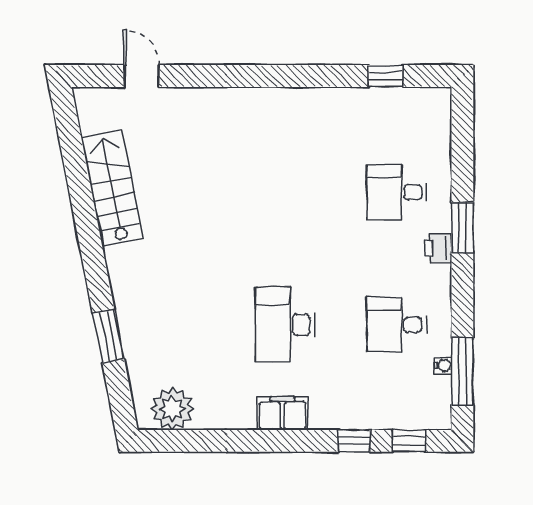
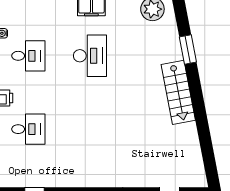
stairs: (112, 188) -> (178, 92), moved

